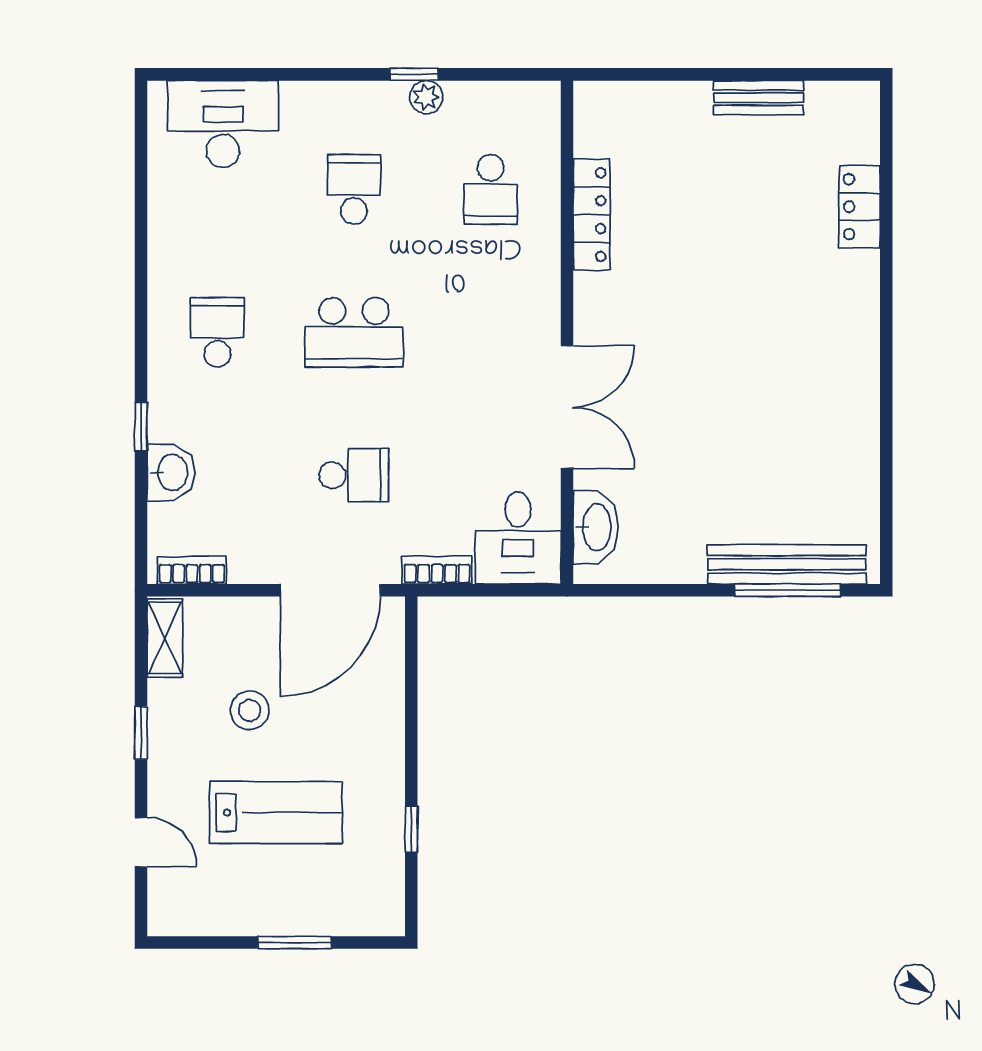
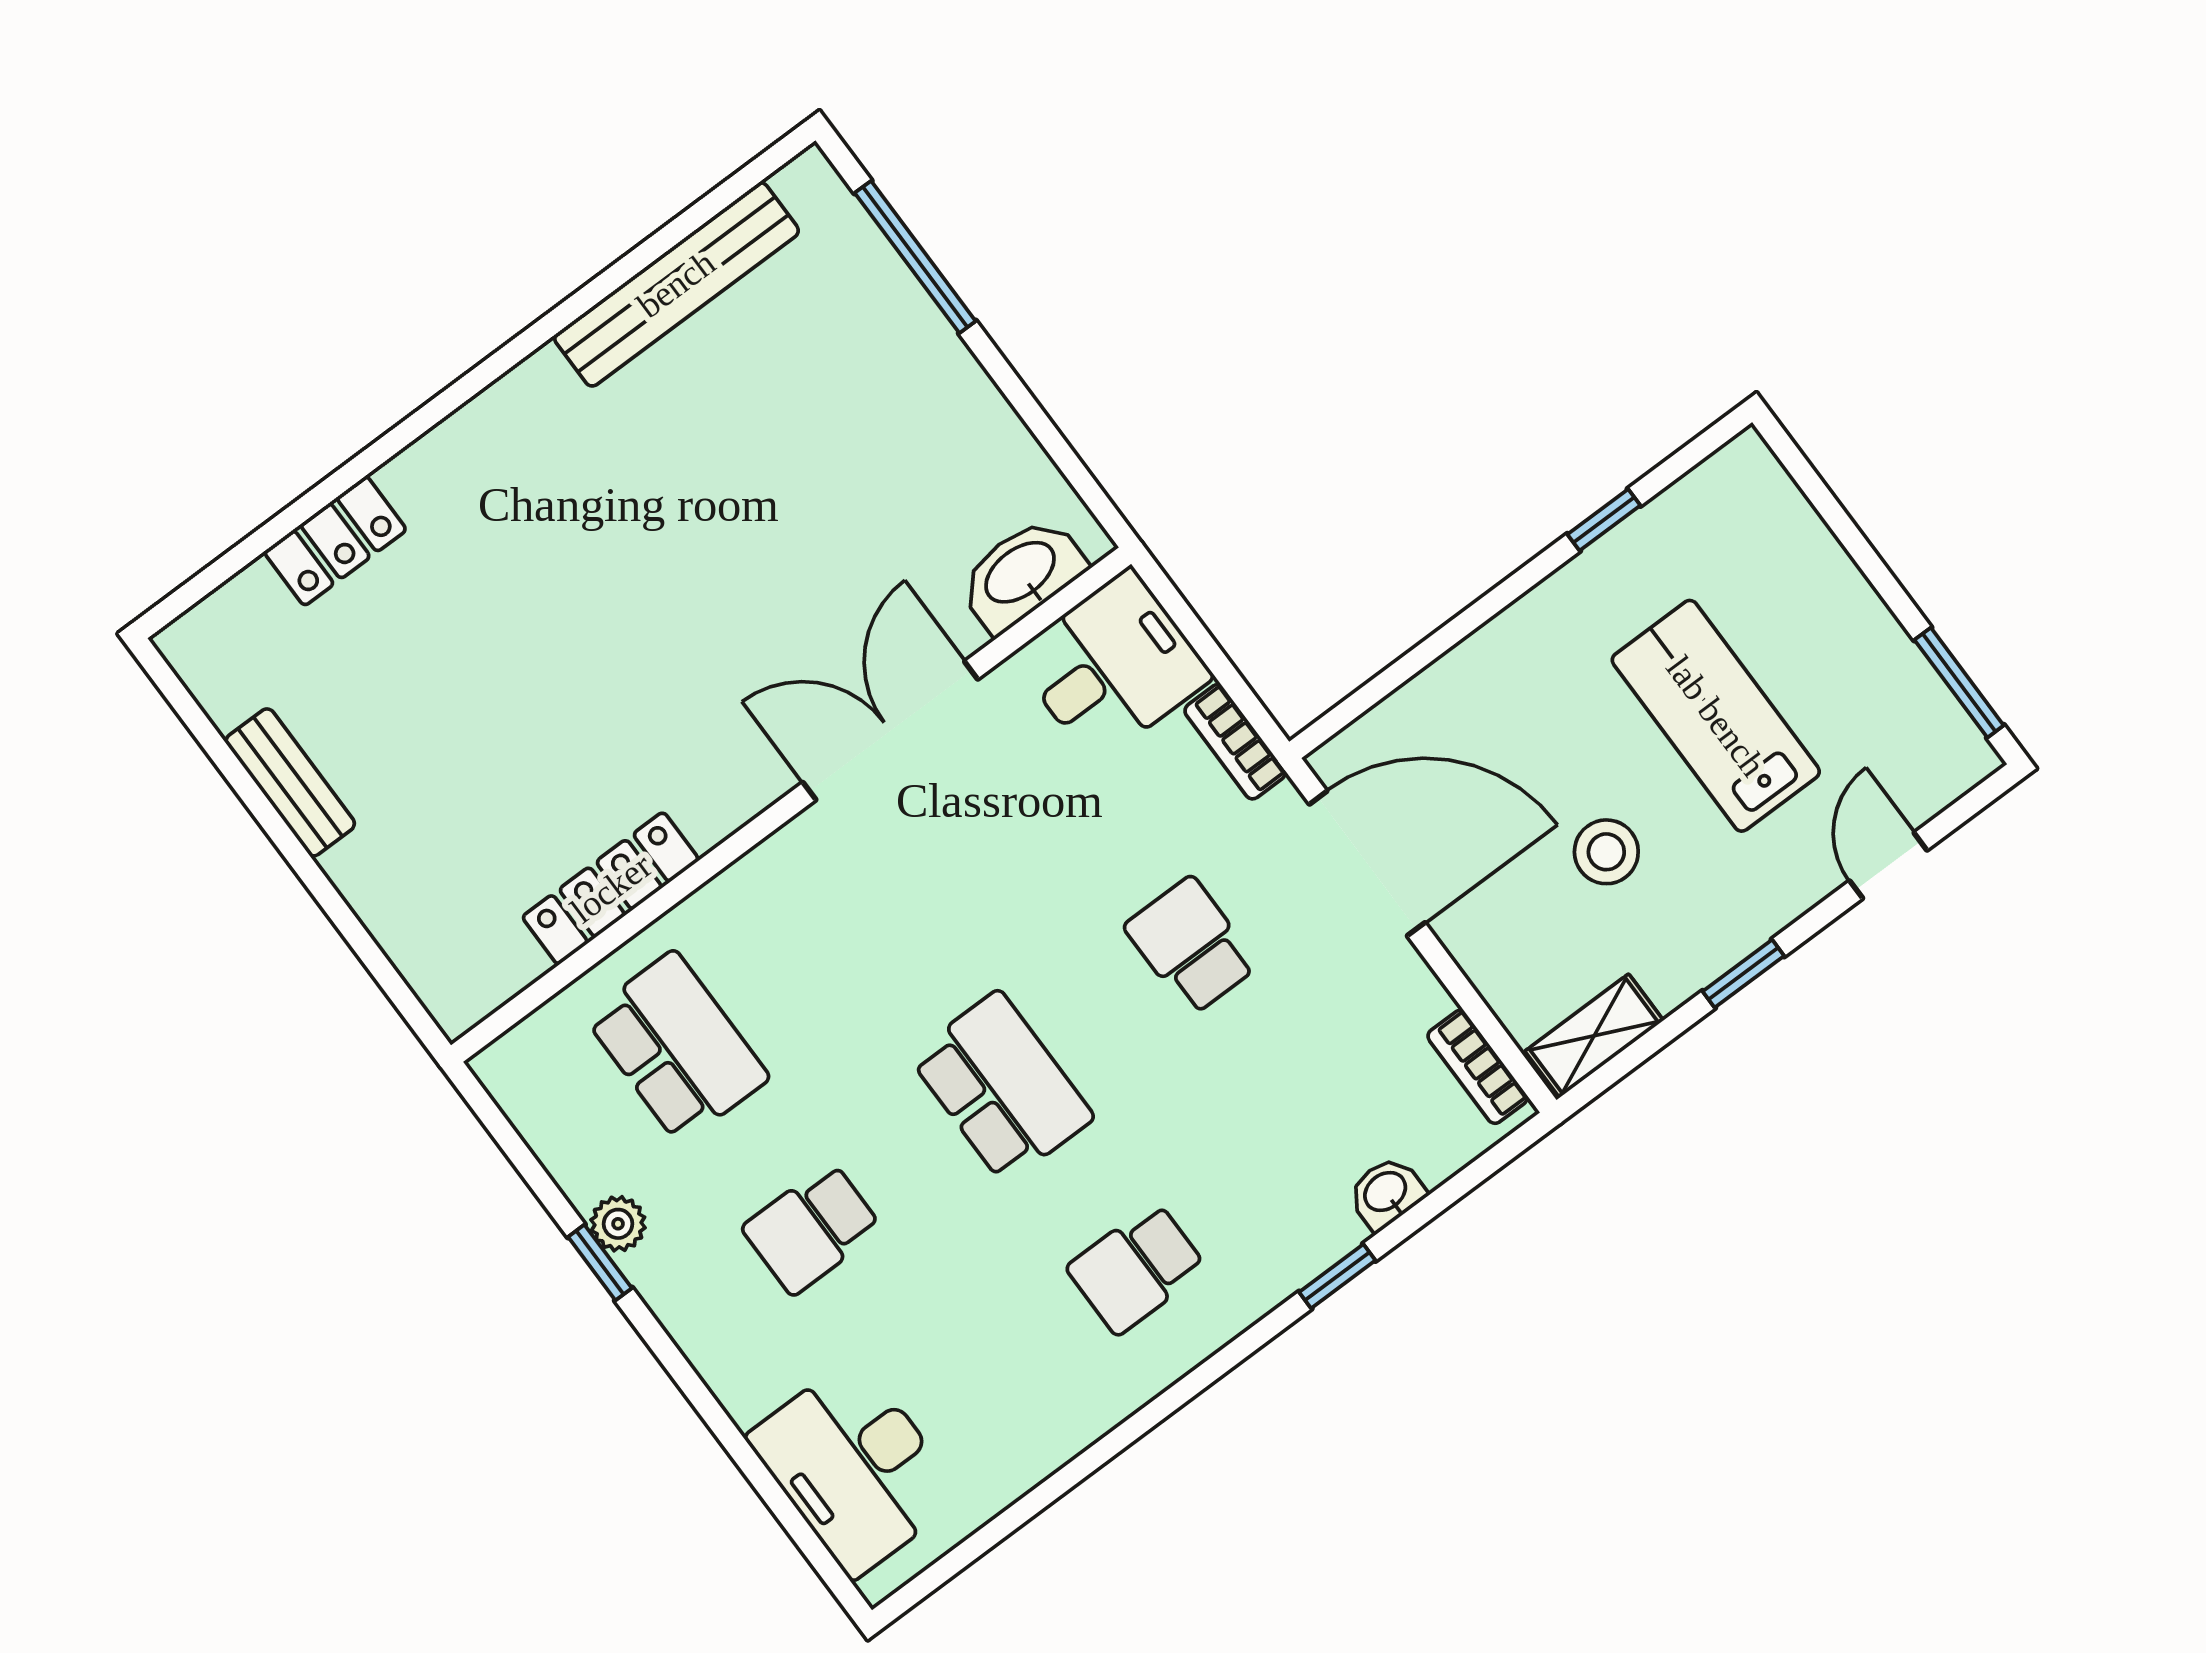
school desk: (491, 189) -> (677, 1047), width x1.85
washbasin: (171, 473) -> (1386, 1193), width x0.72, depth x0.69
bench: (787, 564) -> (676, 284), moved, turned 90
window: (295, 942) -> (1959, 683), moved

